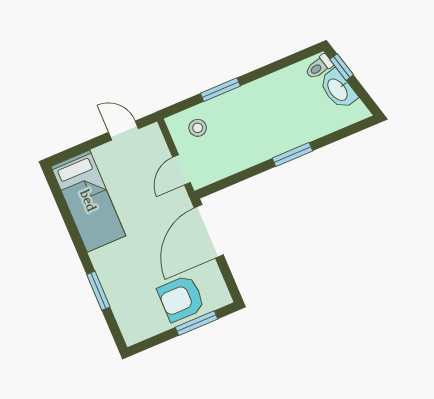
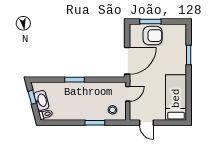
window: (342, 67) -> (32, 97), moved

